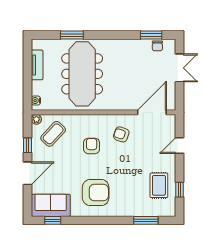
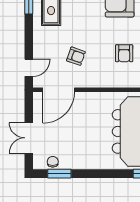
armchair: (121, 134) -> (76, 56), moved
door: (180, 146) -> (29, 68), moved

